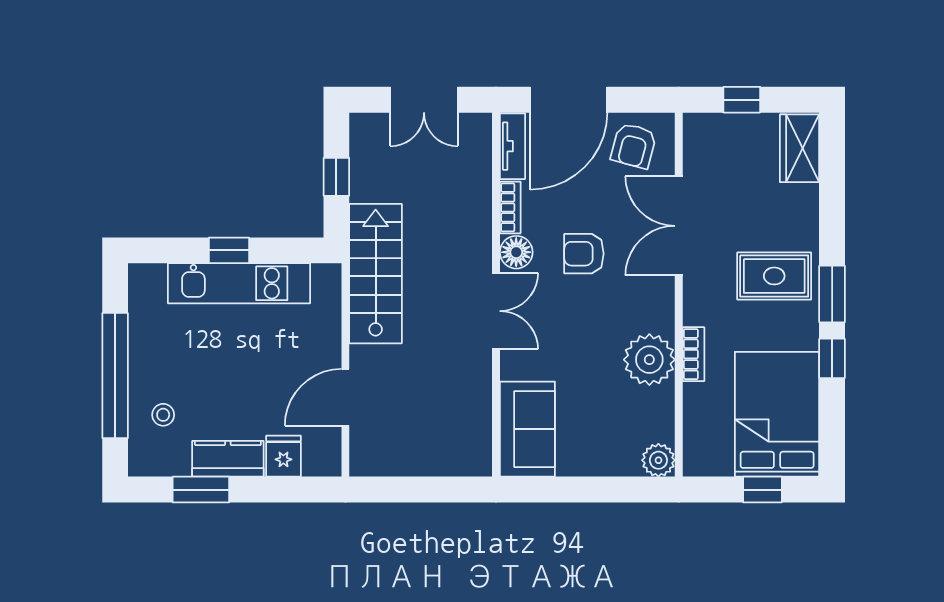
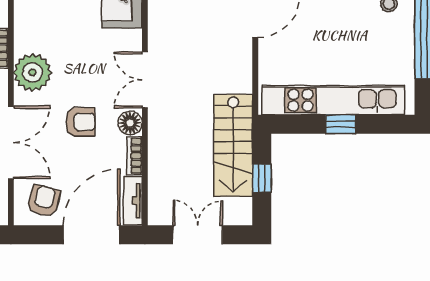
stairs: (376, 274) -> (233, 145), moved
kitchen unit: (239, 283) -> (333, 100), width x1.36
plant: (649, 360) -> (32, 72), moved

